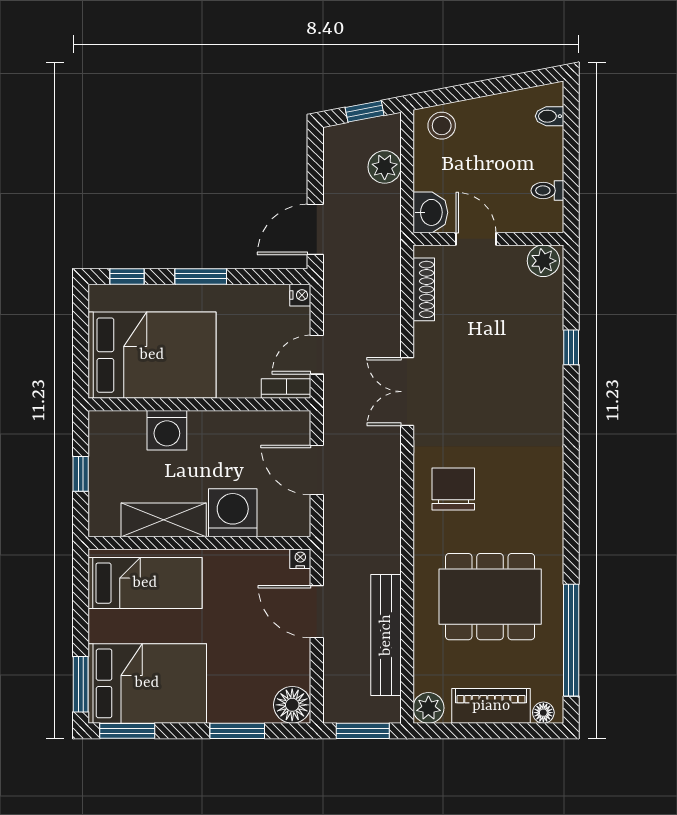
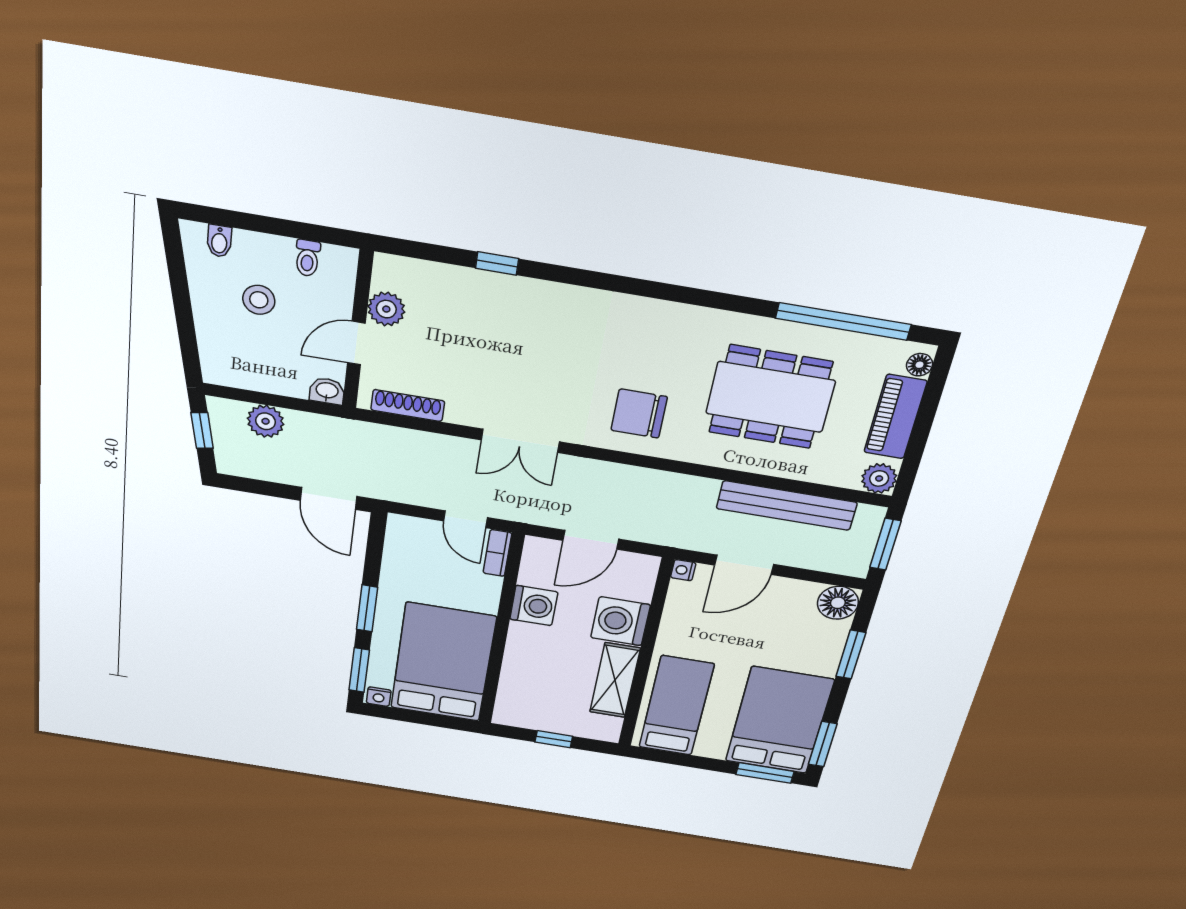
stool: (442, 126) -> (259, 300), moved
washbasin: (430, 212) -> (327, 391), width x0.72, depth x0.69
plant: (543, 261) -> (386, 309), moved
window: (127, 276) -> (359, 670), width x1.50
nightstand: (300, 295) -> (379, 697), moved, turned 180
washing machine: (167, 430) -> (534, 606), moved
dining table: (490, 597) -> (770, 397), turned 90

